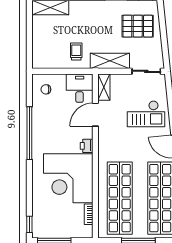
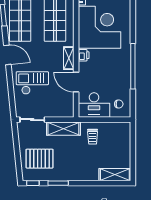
shelving: (104, 87) -> (69, 58), moved
desk: (80, 88) -> (94, 105), width x1.37
door: (95, 115) -> (76, 82), swing flipped

